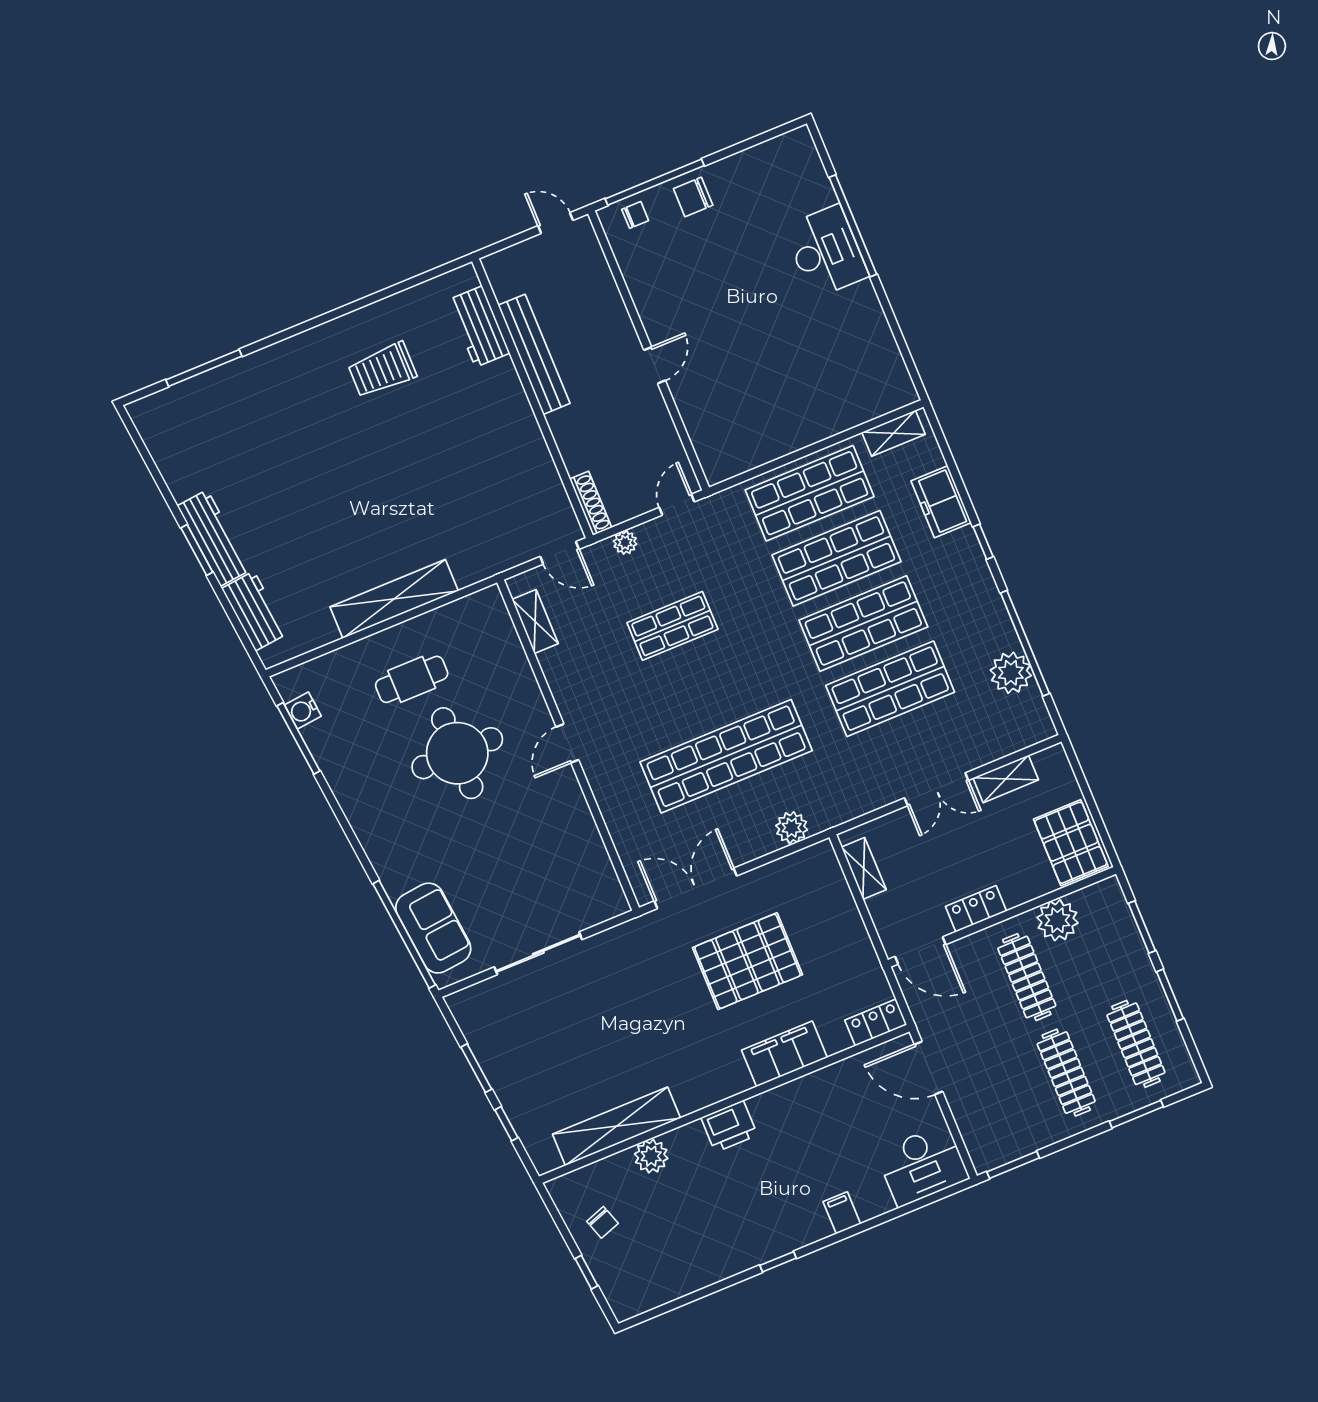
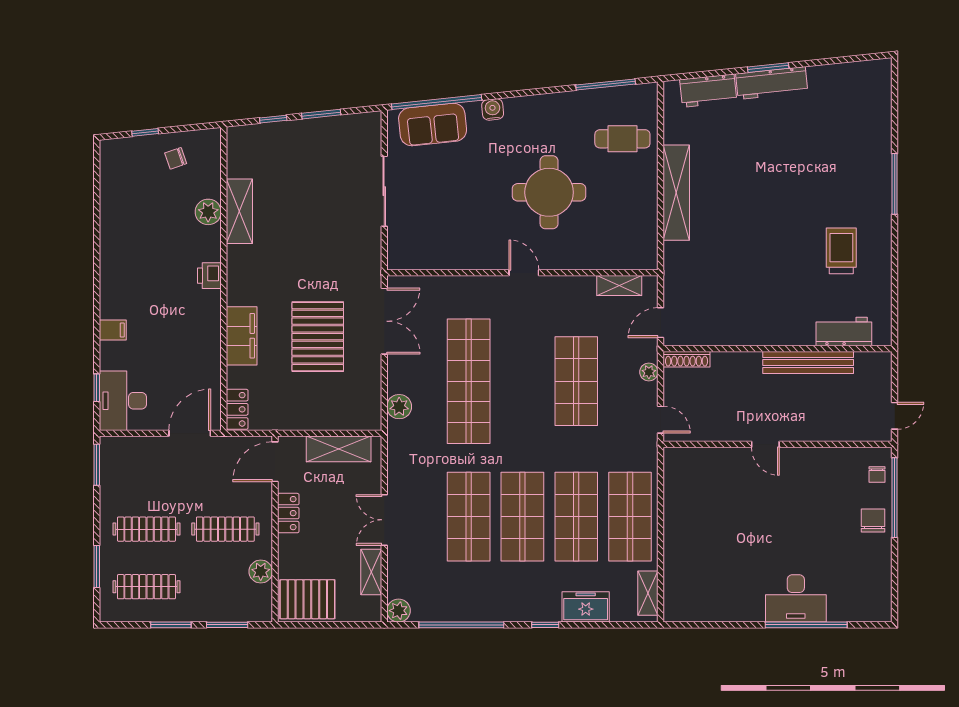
window: (204, 368) -> (895, 184), moved
shop shelf: (672, 626) -> (576, 381), width x1.43, depth x1.36
plant: (1011, 673) -> (399, 611), moved, width x0.73, depth x0.73
cafe table: (412, 679) -> (622, 139), moved, turned 90
water cooler: (303, 711) -> (493, 109), moved
shelving: (864, 868) -> (339, 449), width x1.50, depth x1.33
plant: (1057, 920) -> (261, 571), width x0.73, depth x0.73
shelving: (616, 1126) -> (239, 211), width x0.68
printer: (729, 1126) -> (209, 276), width x0.73, depth x0.81
window: (778, 1262) -> (97, 388), moved

